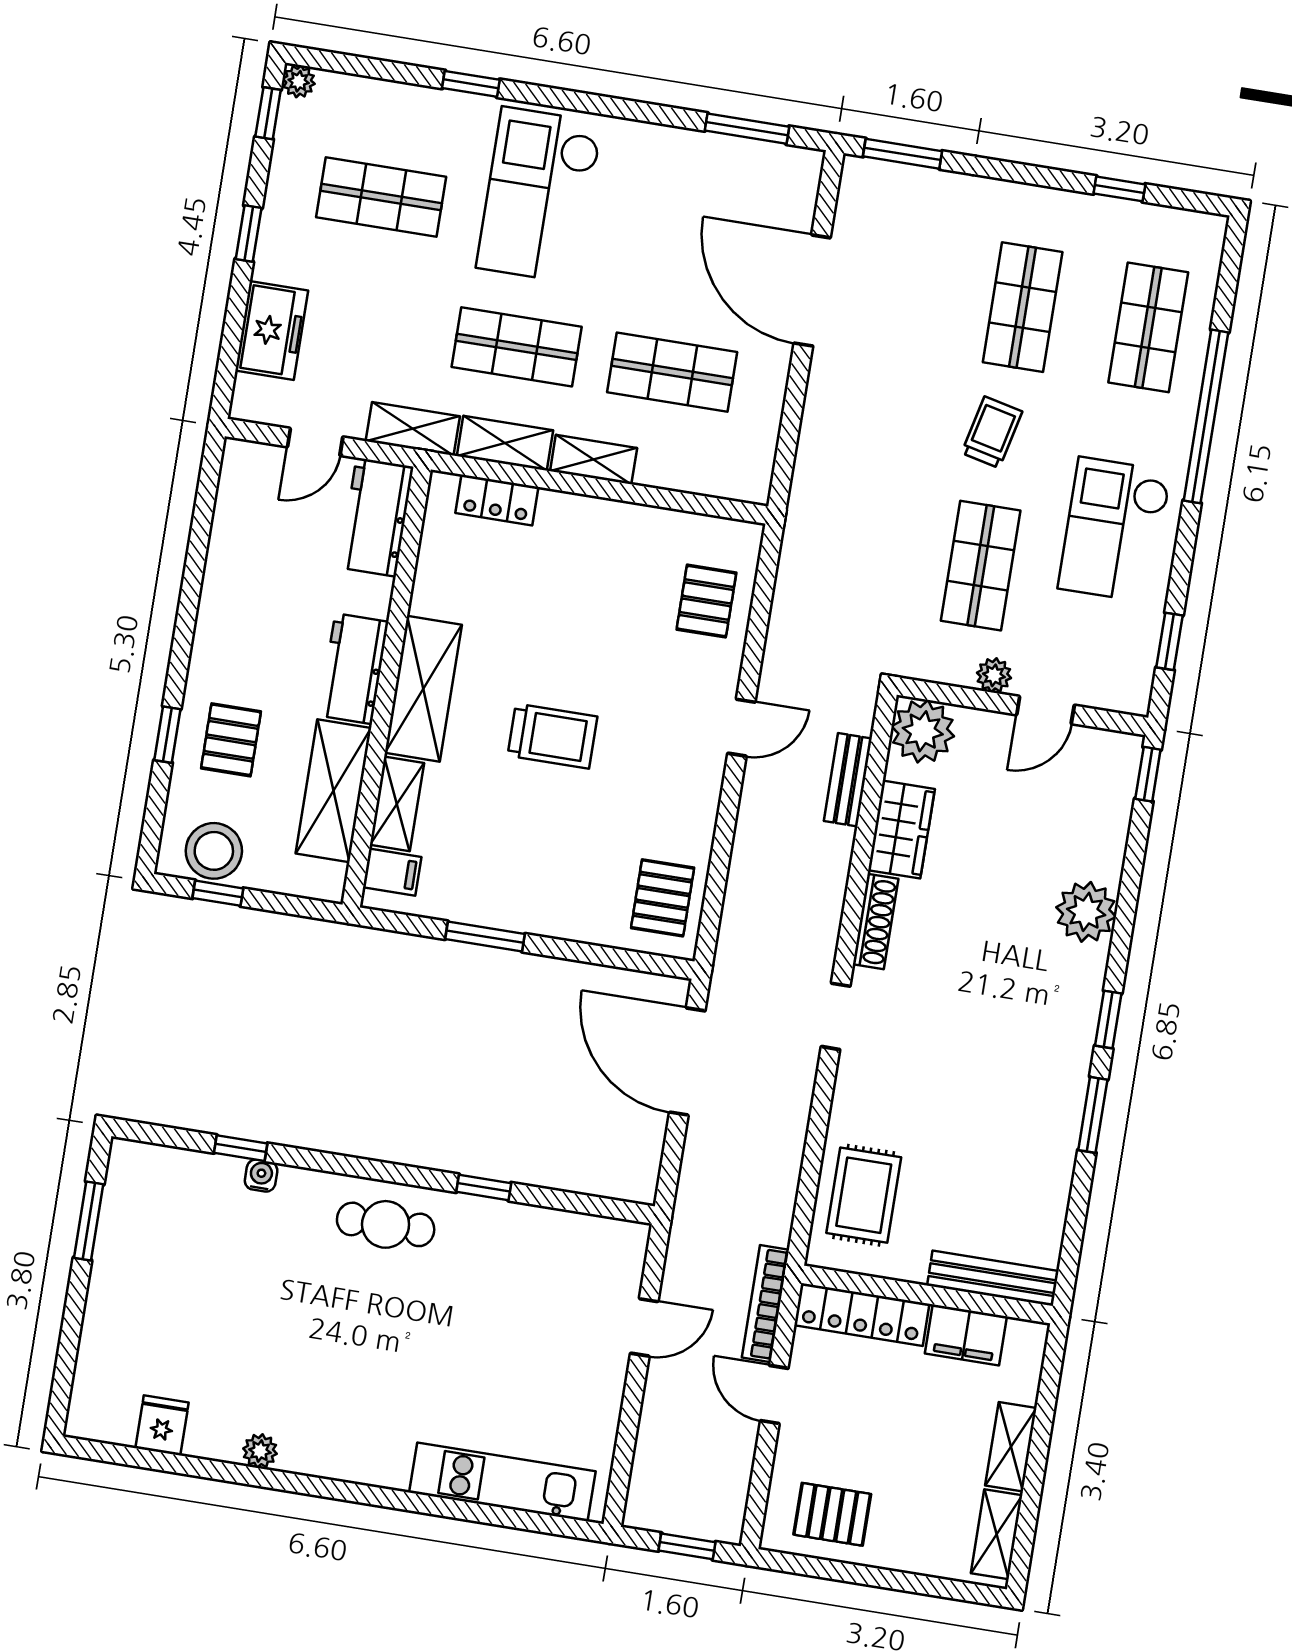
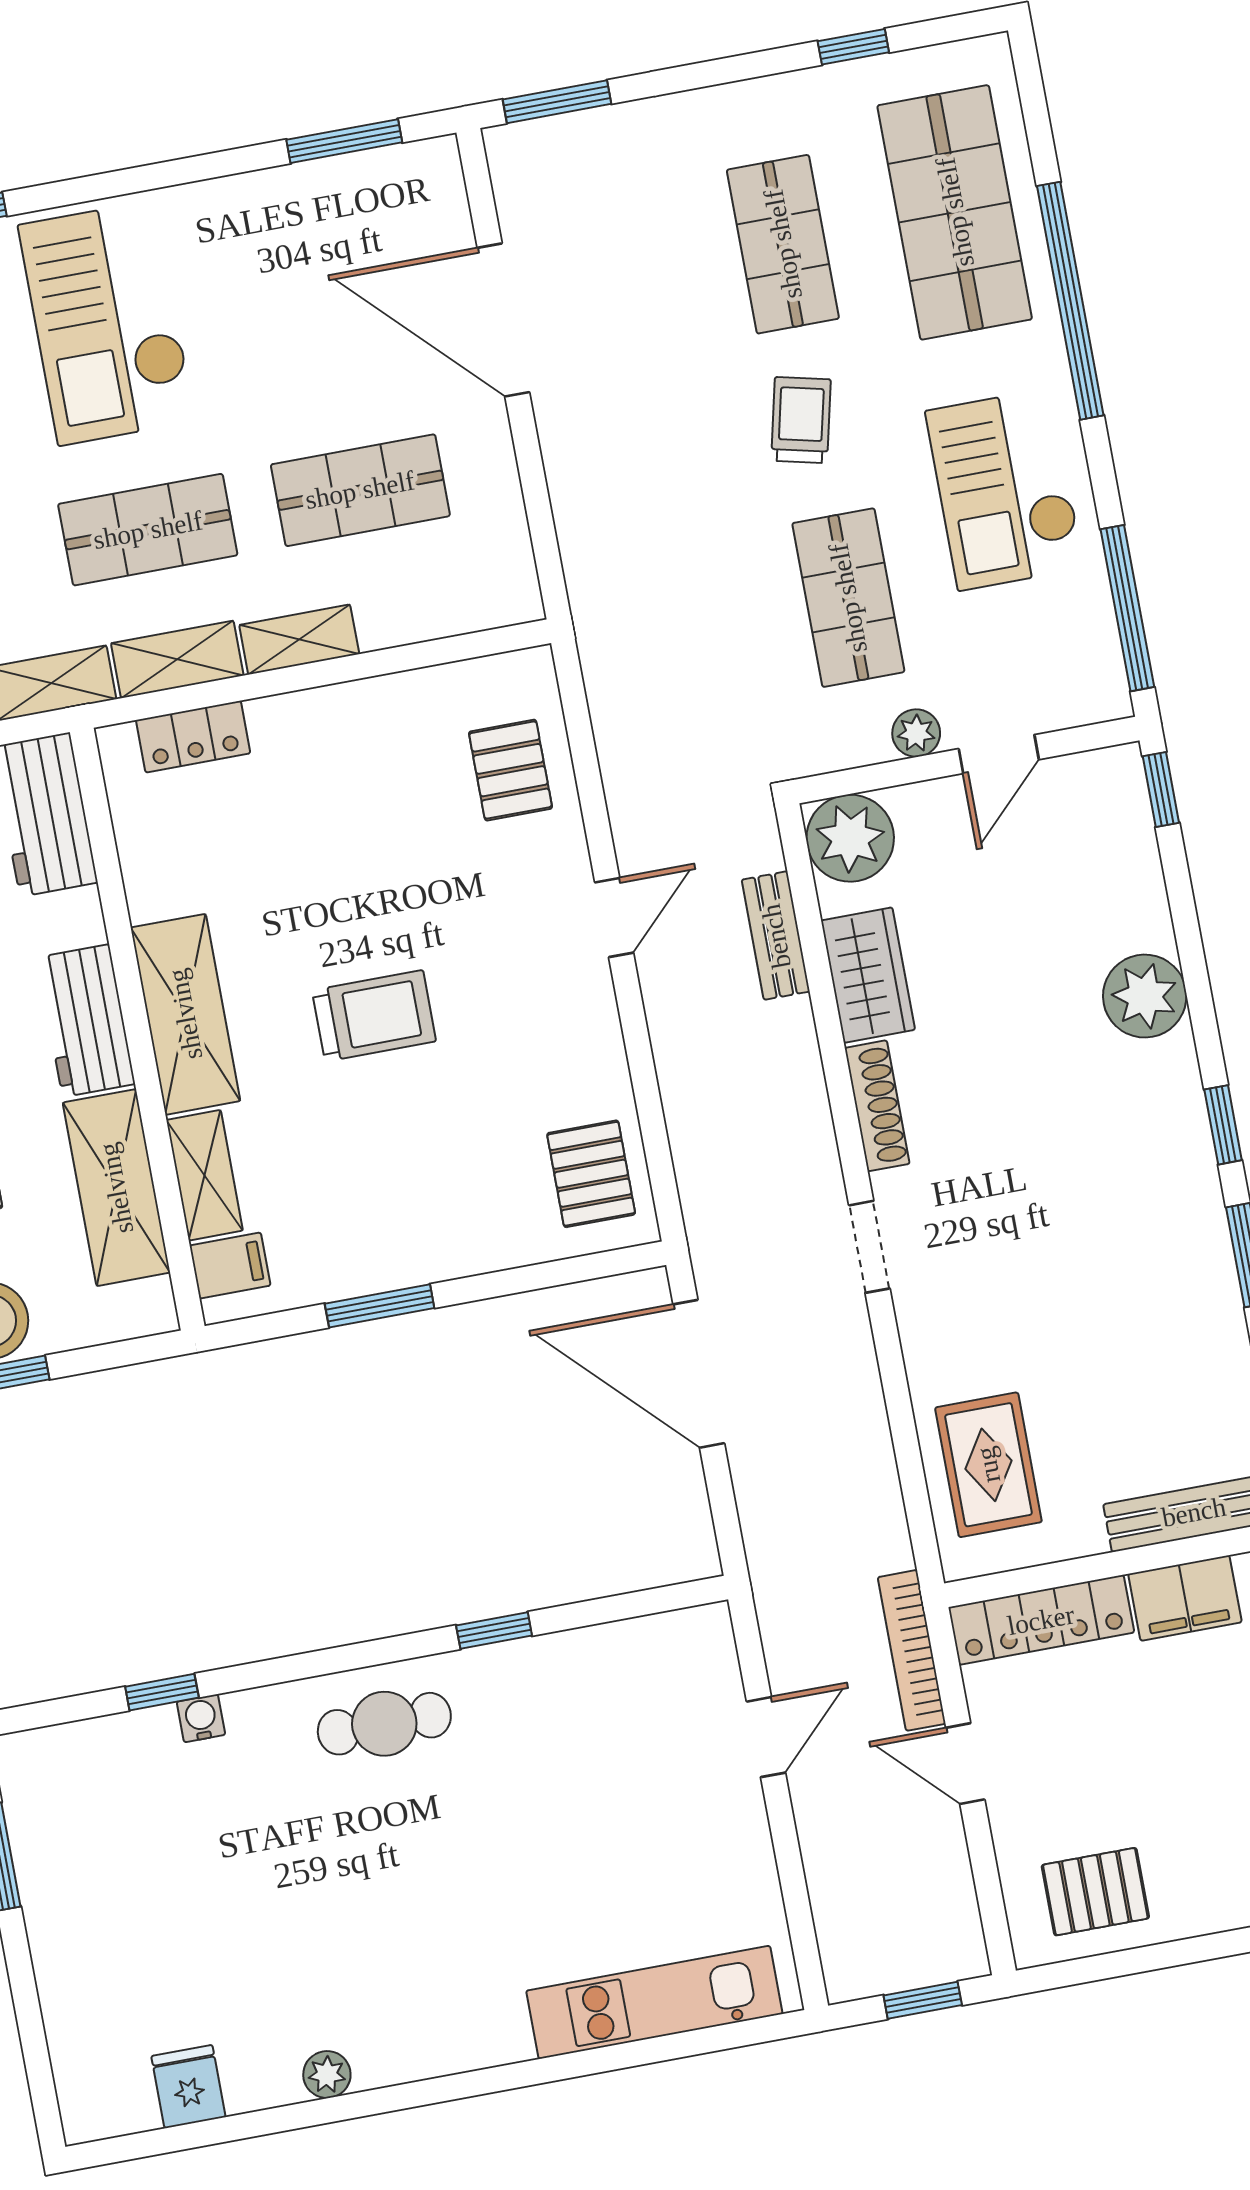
shop shelf: (1148, 327) -> (955, 212), width x1.43, depth x1.36
window: (1169, 641) -> (1127, 608), width x2.17

